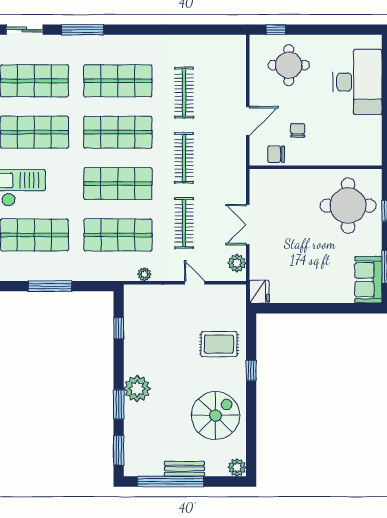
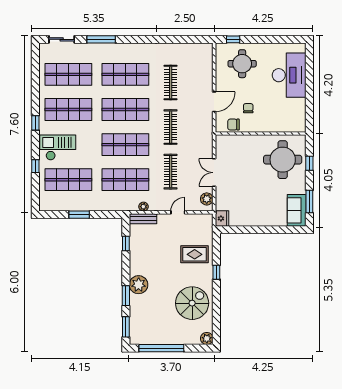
door: (195, 283) -> (178, 212), hinge flipped
window: (50, 286) -> (79, 215), width x0.69
bench: (184, 469) -> (143, 219), moved

